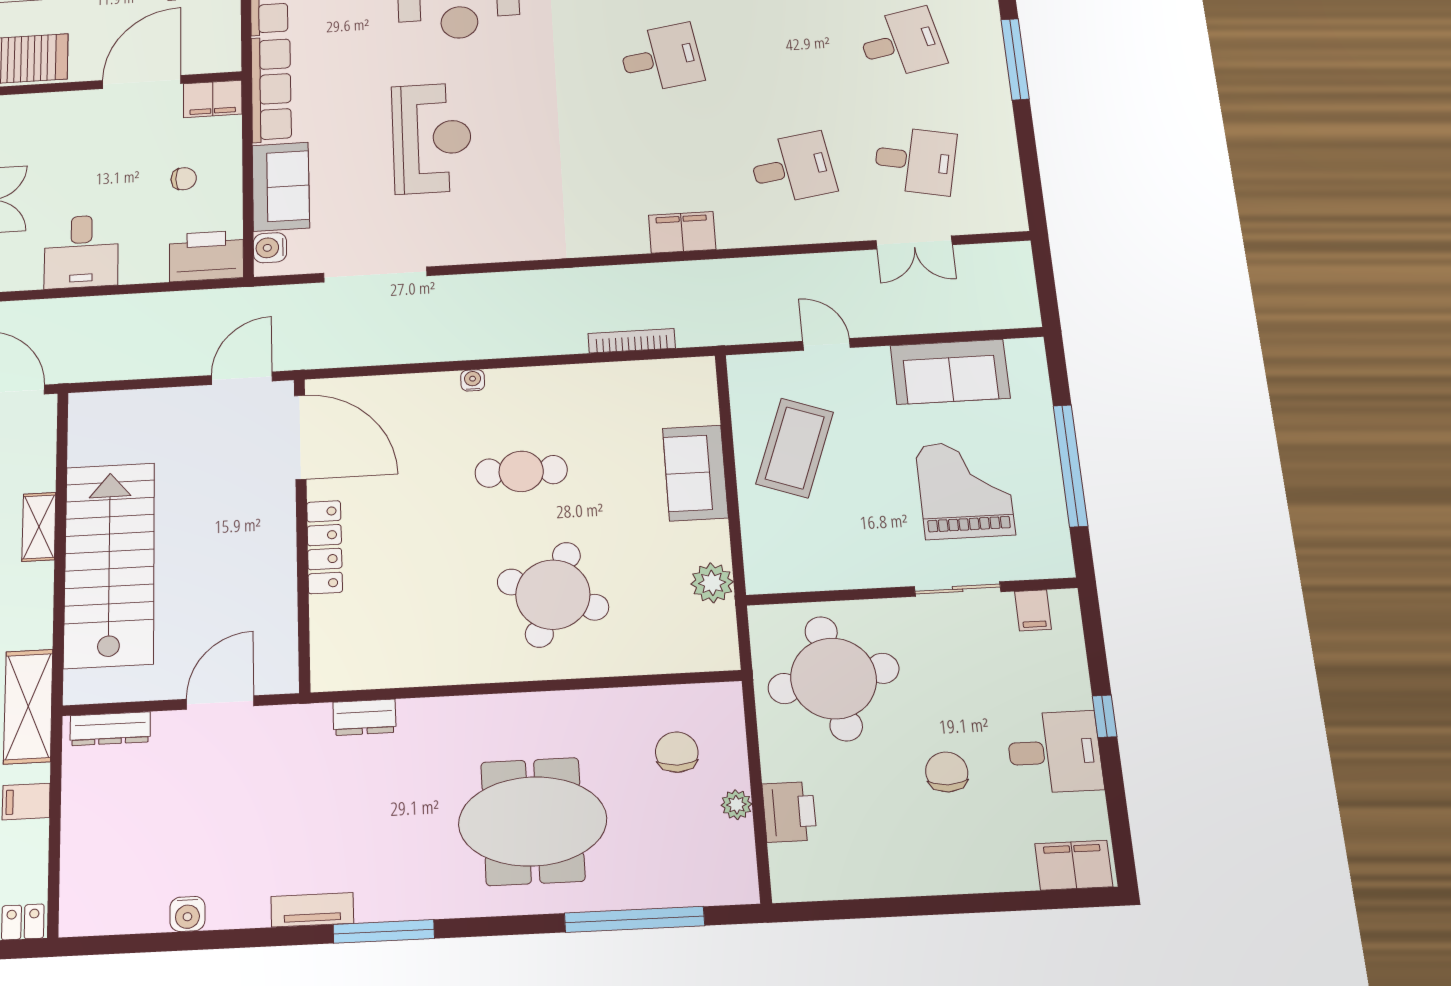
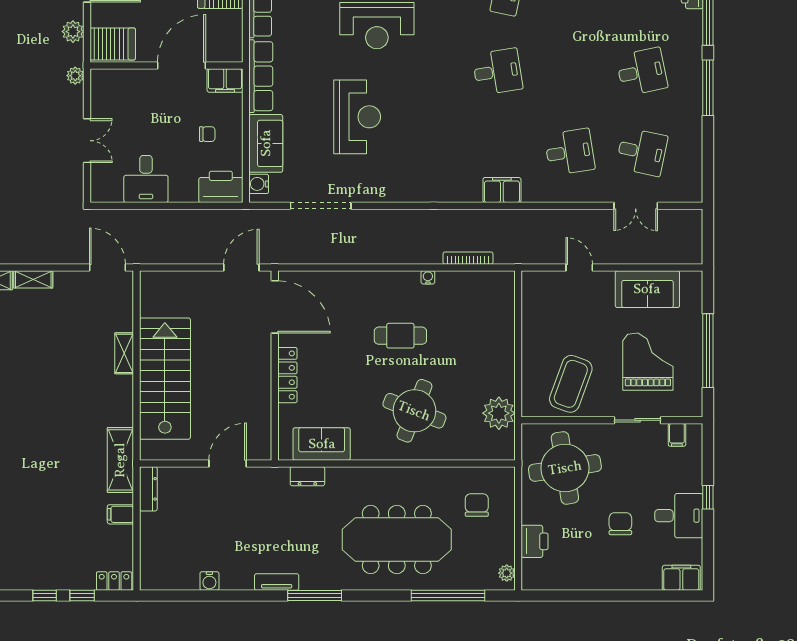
water cooler: (473, 380) -> (428, 277), moved
coffee table: (795, 448) -> (571, 384), moved
sofa: (695, 473) -> (322, 444), moved, turned 90
plant: (712, 583) -> (499, 413), width x1.36, depth x1.36
dresser: (110, 729) -> (148, 489), moved, turned -90
plant: (736, 805) -> (507, 573), moved
meeting table: (533, 821) -> (397, 540), width x1.36

